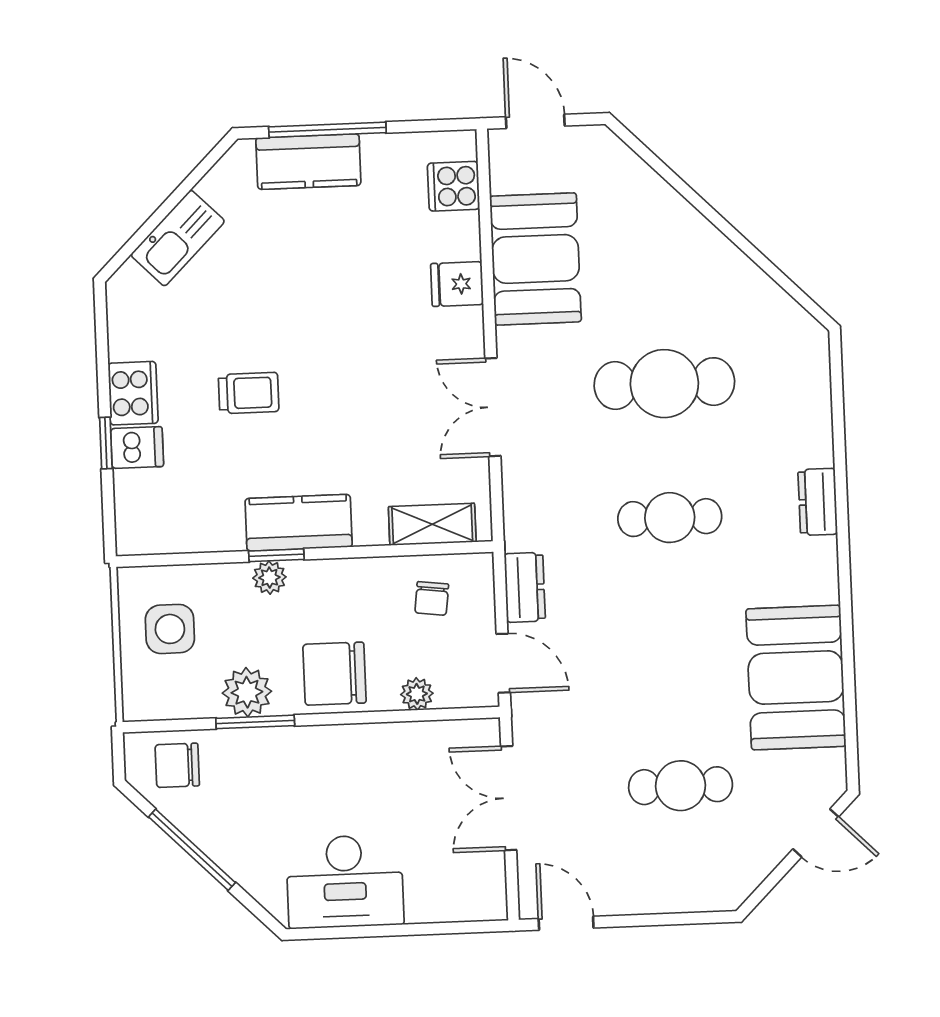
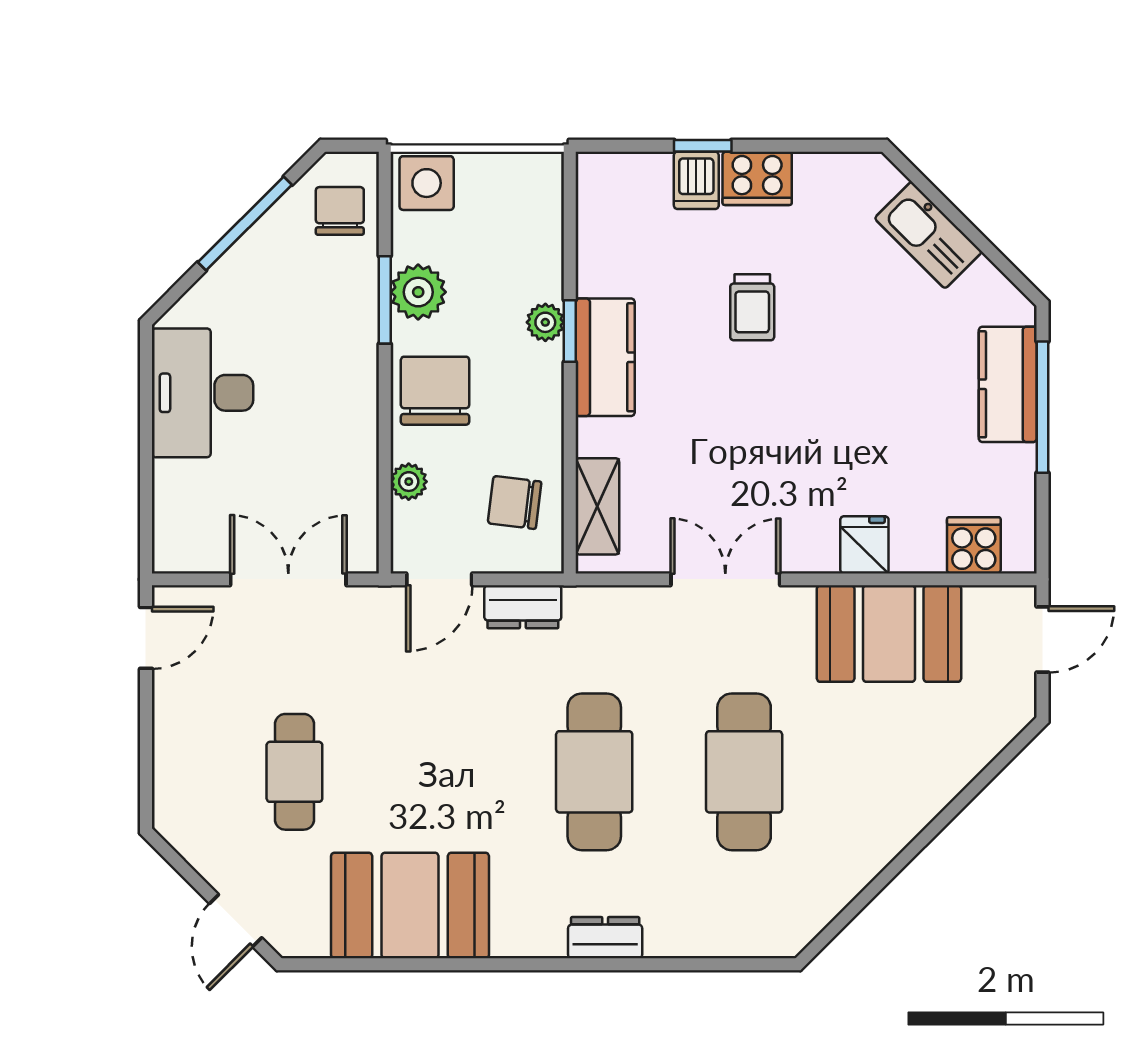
cafe table: (670, 518) -> (594, 772), width x1.37, depth x1.35
chair: (432, 598) -> (515, 502), width x1.37, depth x1.37
side table: (170, 629) -> (427, 183), moved

